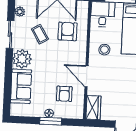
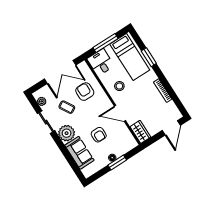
armchair: (64, 94) -> (99, 135), moved

